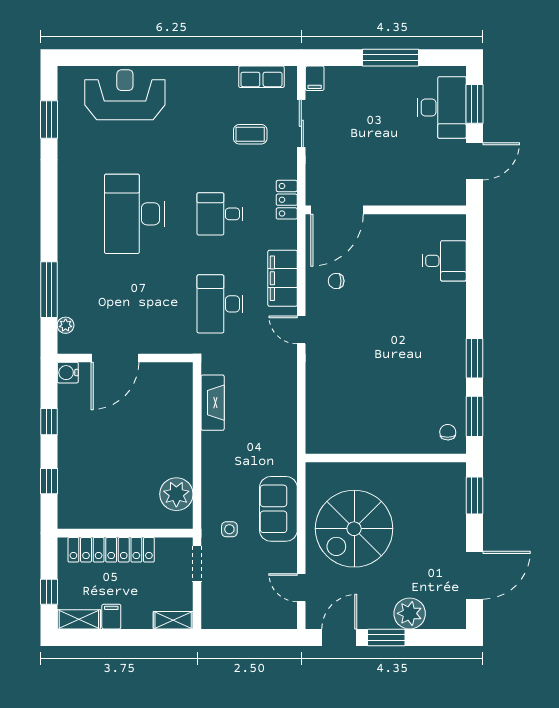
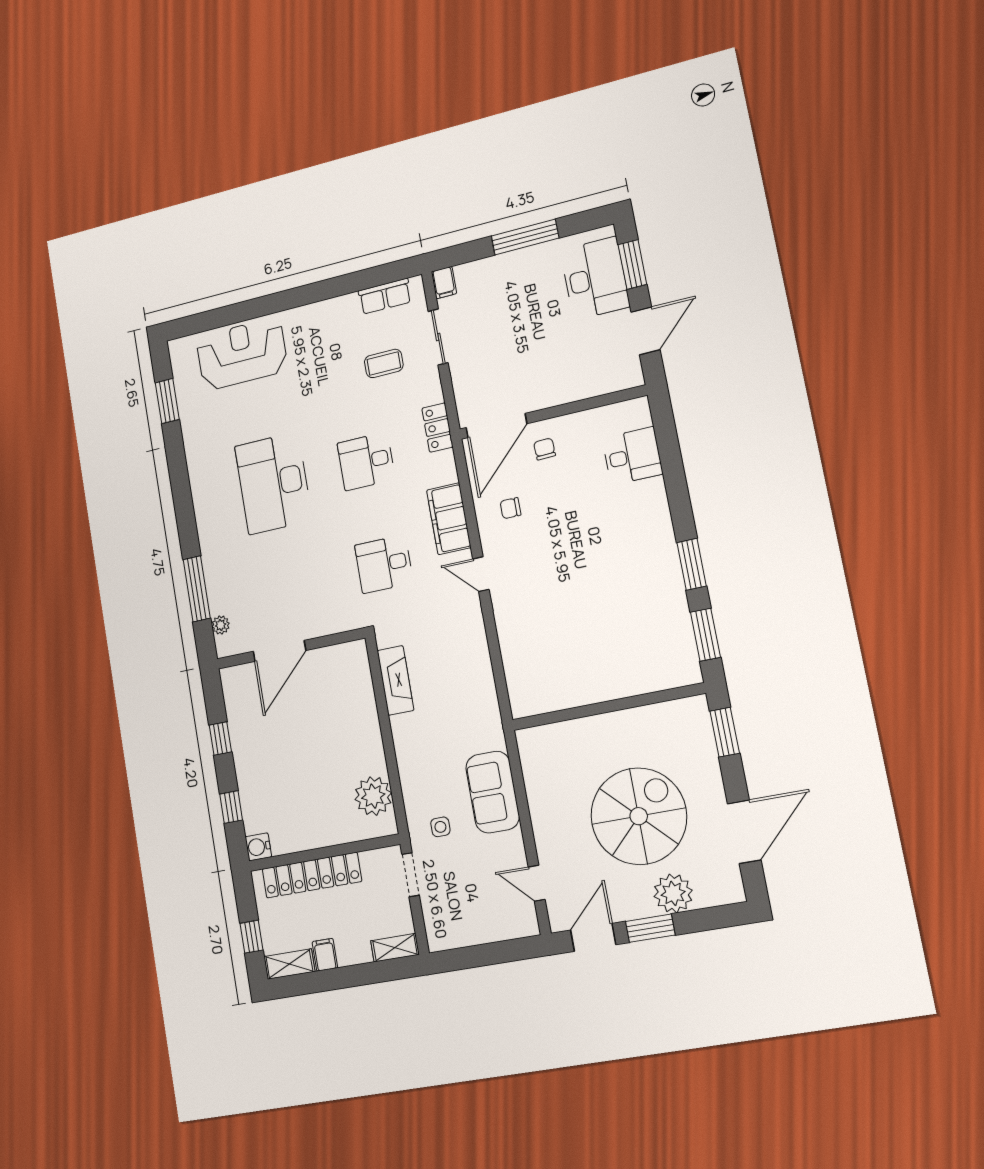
desk: (220, 304) -> (384, 564), width x0.73
water cooler: (68, 373) -> (258, 847), moved
chair: (448, 432) -> (544, 449), moved
spiral stairs: (354, 529) -> (639, 816), moved, turned 180

